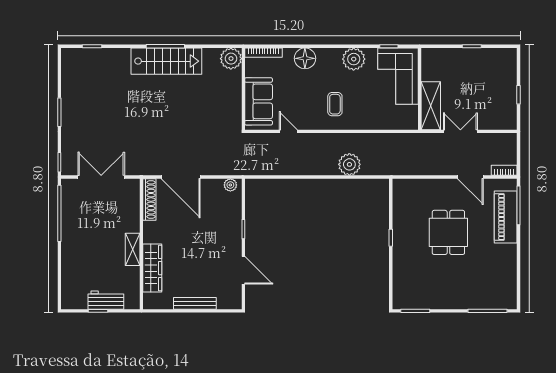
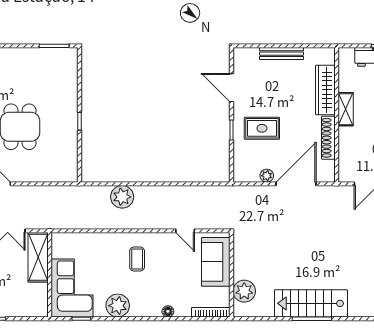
floor lamp: (305, 58) -> (168, 311), width x0.53, depth x0.53
plant: (231, 59) -> (244, 291), moved
door: (181, 177) -> (296, 184), hinge flipped
plant: (230, 185) -> (267, 176), moved
shoe rack: (149, 199) -> (328, 138), moved
rug: (214, 231) -> (262, 128), added

